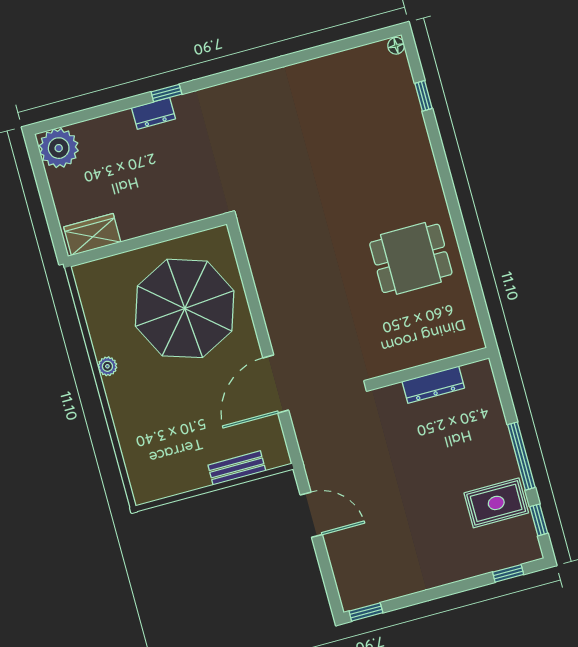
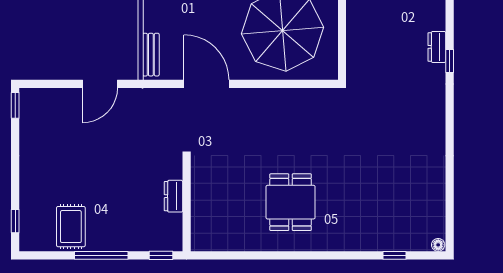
dining table: (411, 258) -> (291, 202), moved
dresser: (433, 385) -> (174, 196), width x0.70
bench: (237, 468) -> (151, 55), moved
window: (539, 520) -> (161, 255), moved

